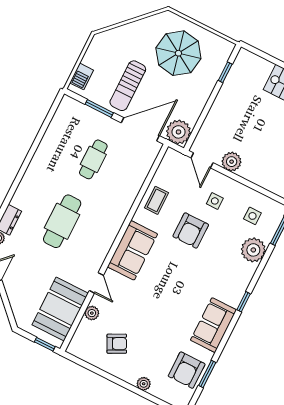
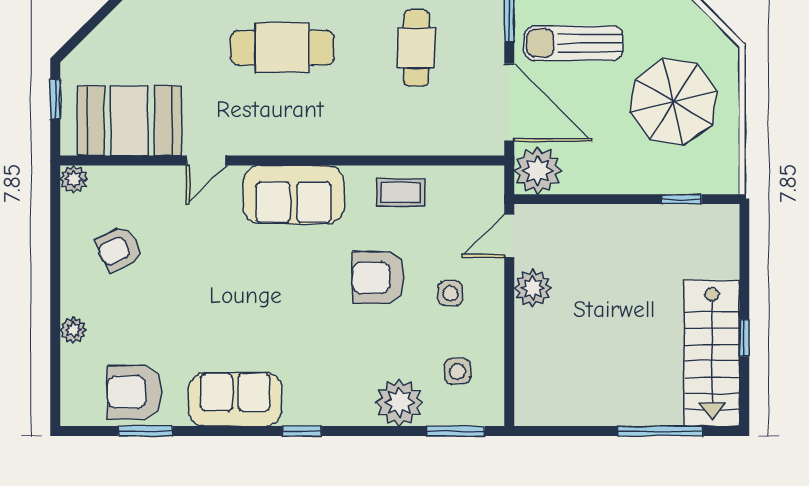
cafe table: (93, 159) -> (416, 48), turned 90
plant: (92, 313) -> (74, 179), moved
window: (45, 344) -> (55, 99), moved
armchair: (117, 344) -> (119, 249), turned 91

